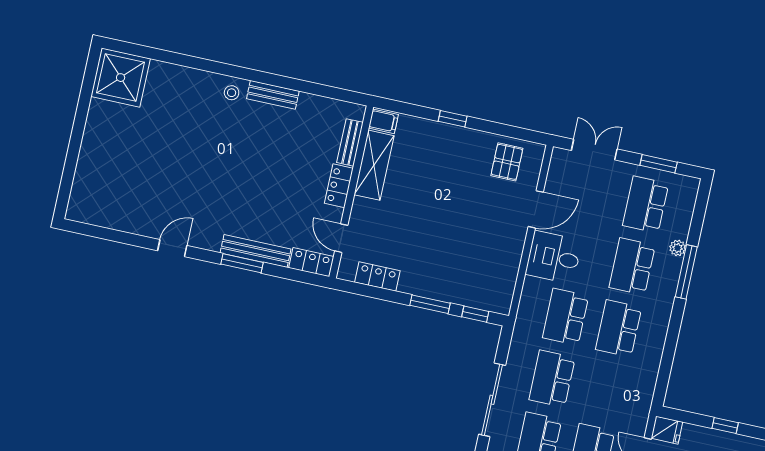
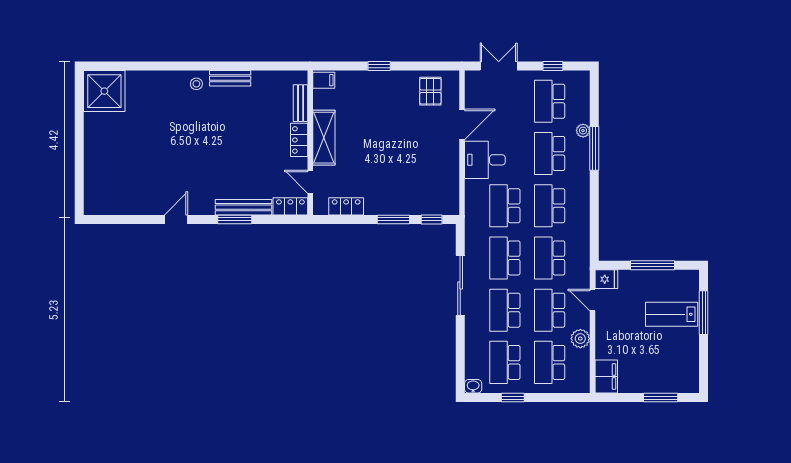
window: (659, 164) -> (553, 66), width x0.67
shelving: (374, 165) -> (324, 138), moved
school desk: (605, 390) -> (550, 258), added
window: (725, 426) -> (653, 265), width x2.17

